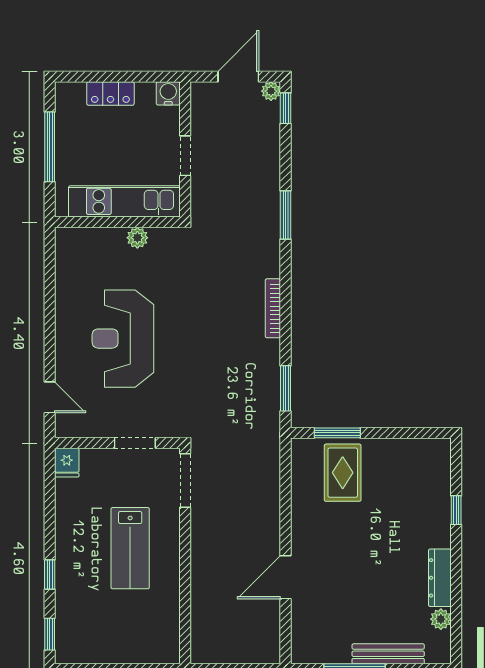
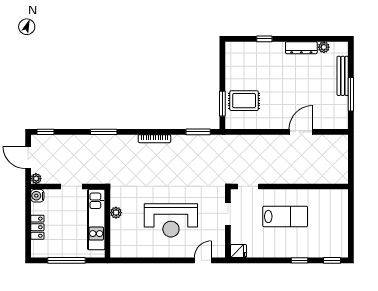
plant: (271, 91) -> (36, 179), moved
doorway: (185, 480) -> (248, 186), width x0.73
door: (286, 577) -> (301, 132), swing flipped

